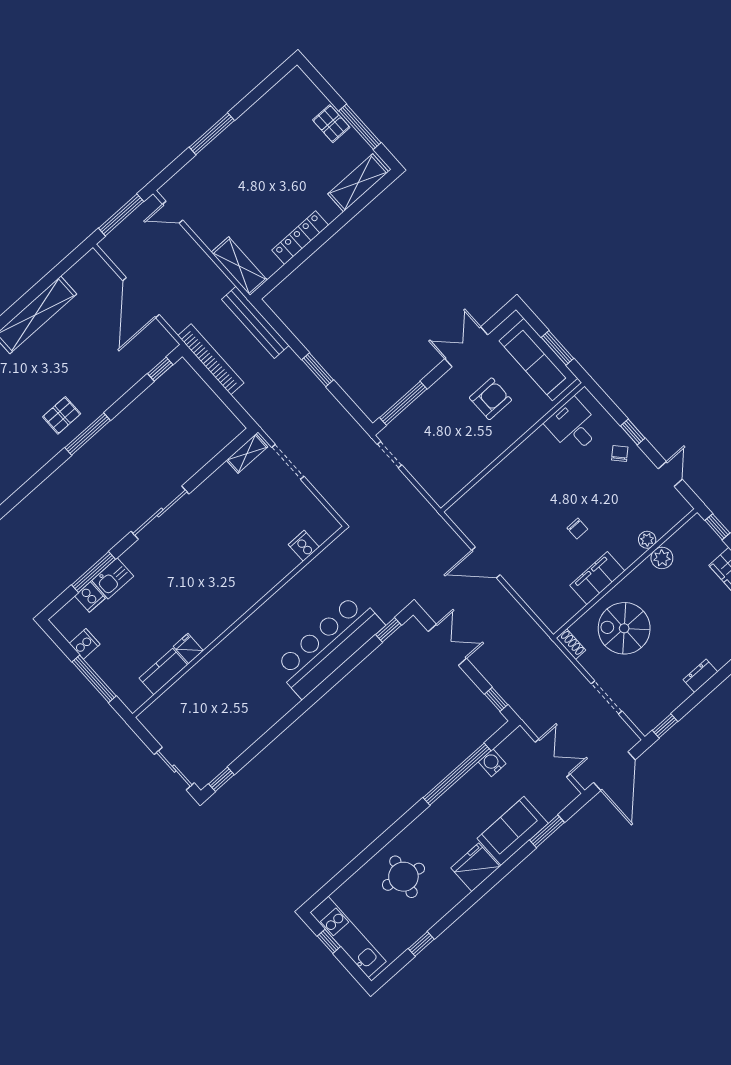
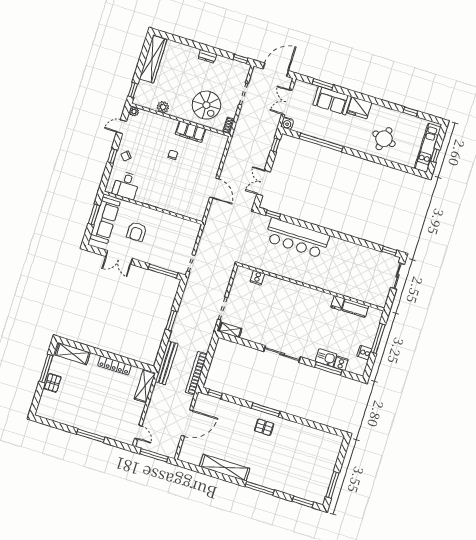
armchair: (490, 399) -> (137, 232), turned -90
plant: (647, 540) -> (134, 111), moved
water cooler: (492, 763) -> (287, 123), moved

